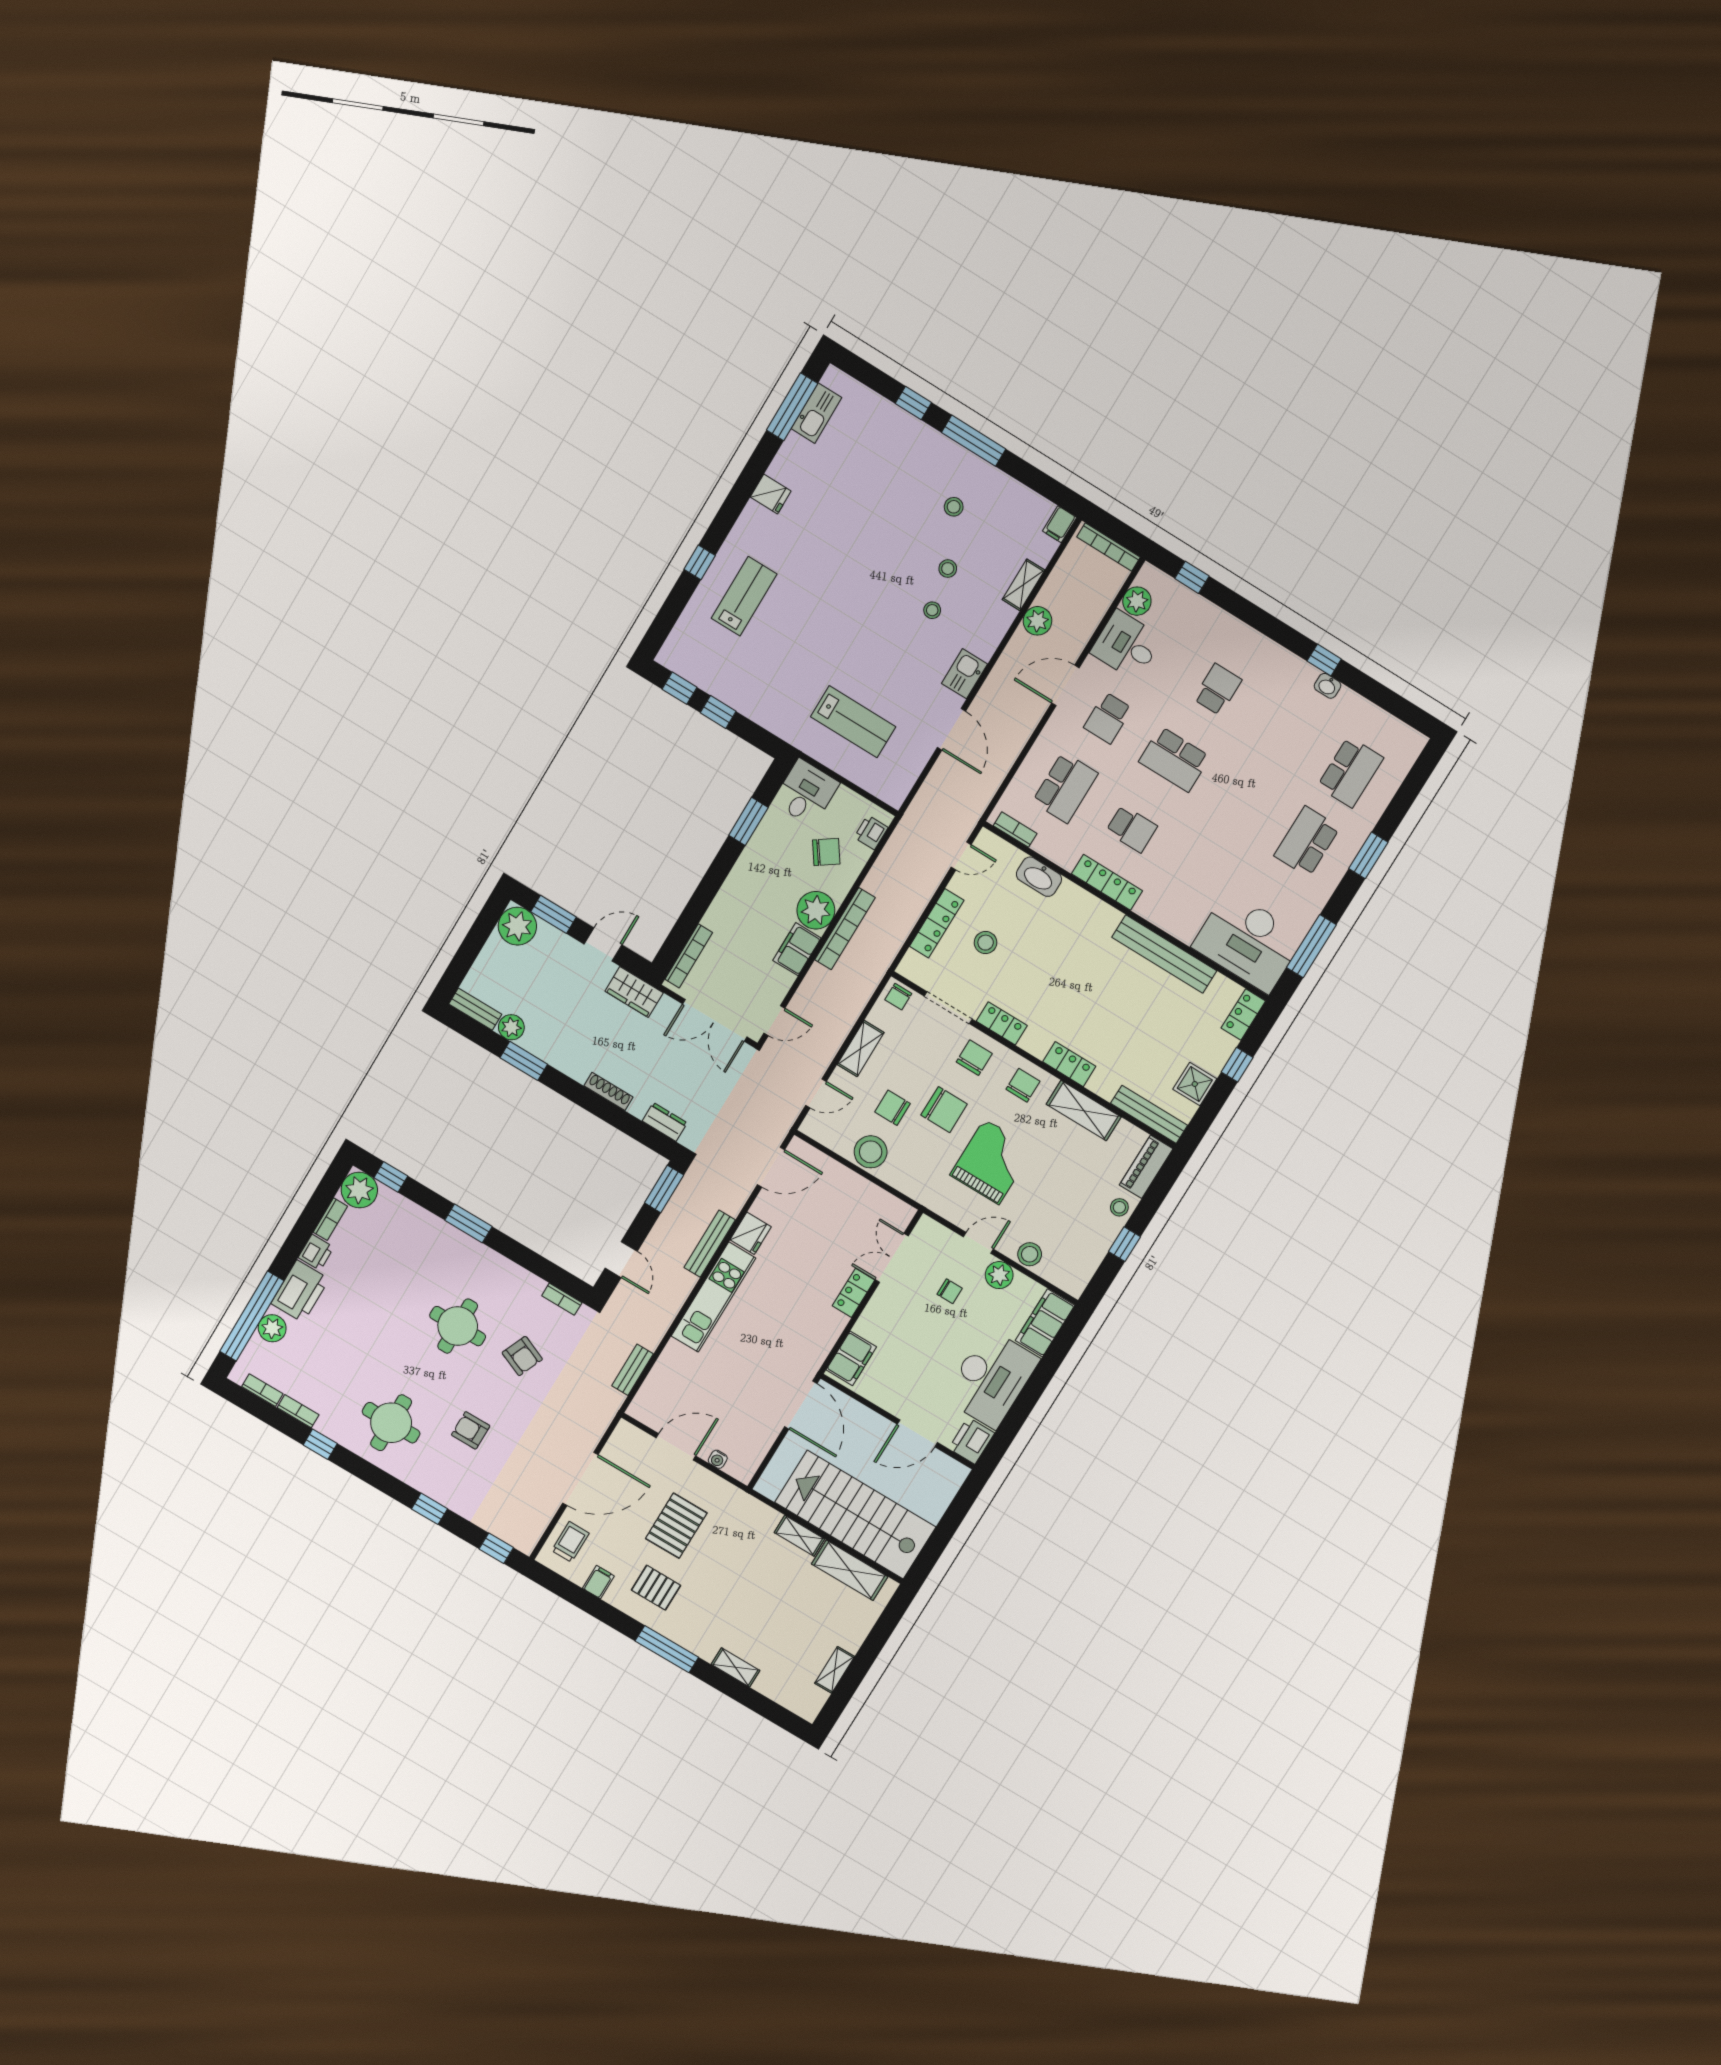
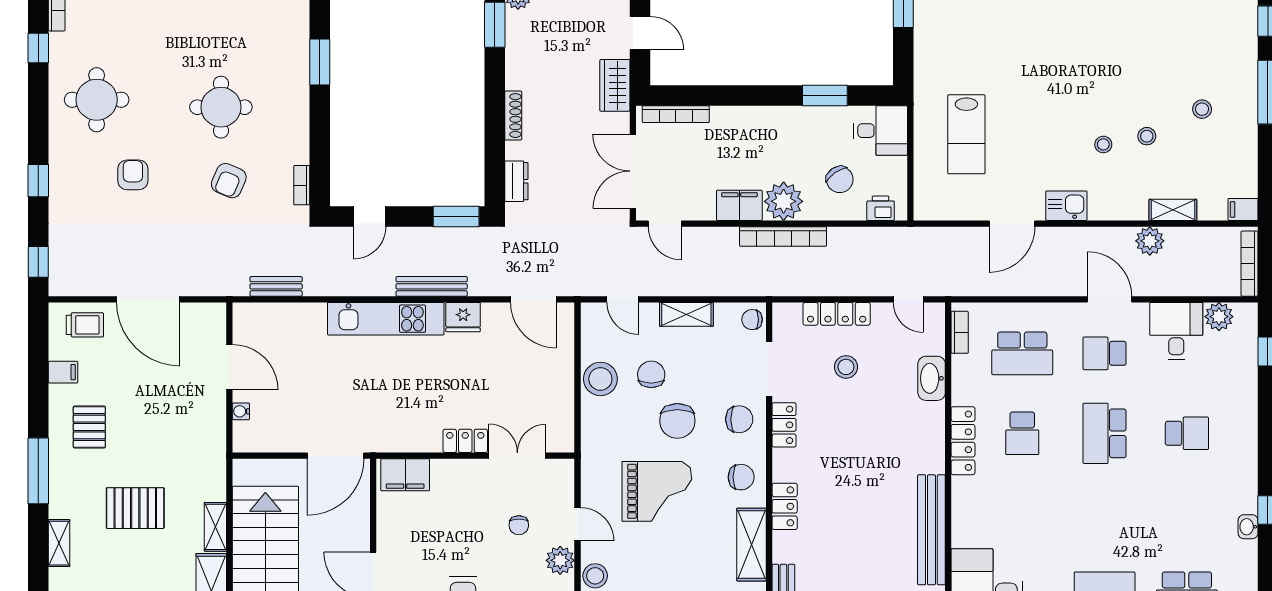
pallet: (676, 1526) -> (135, 508), moved

